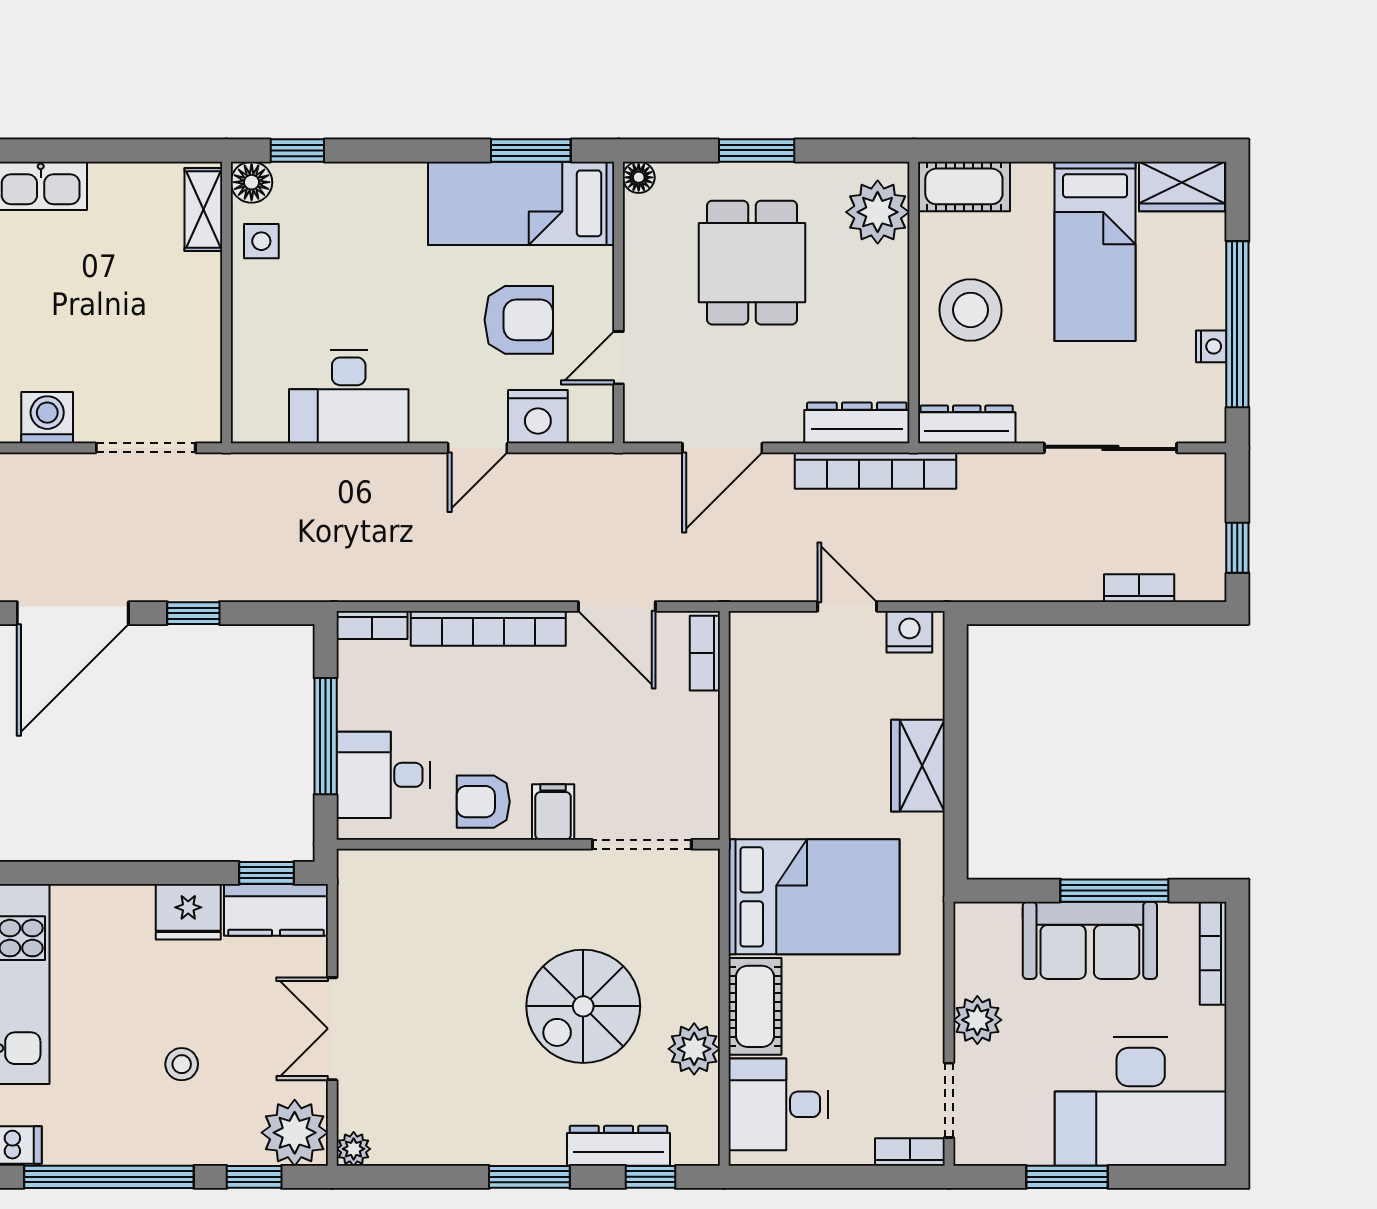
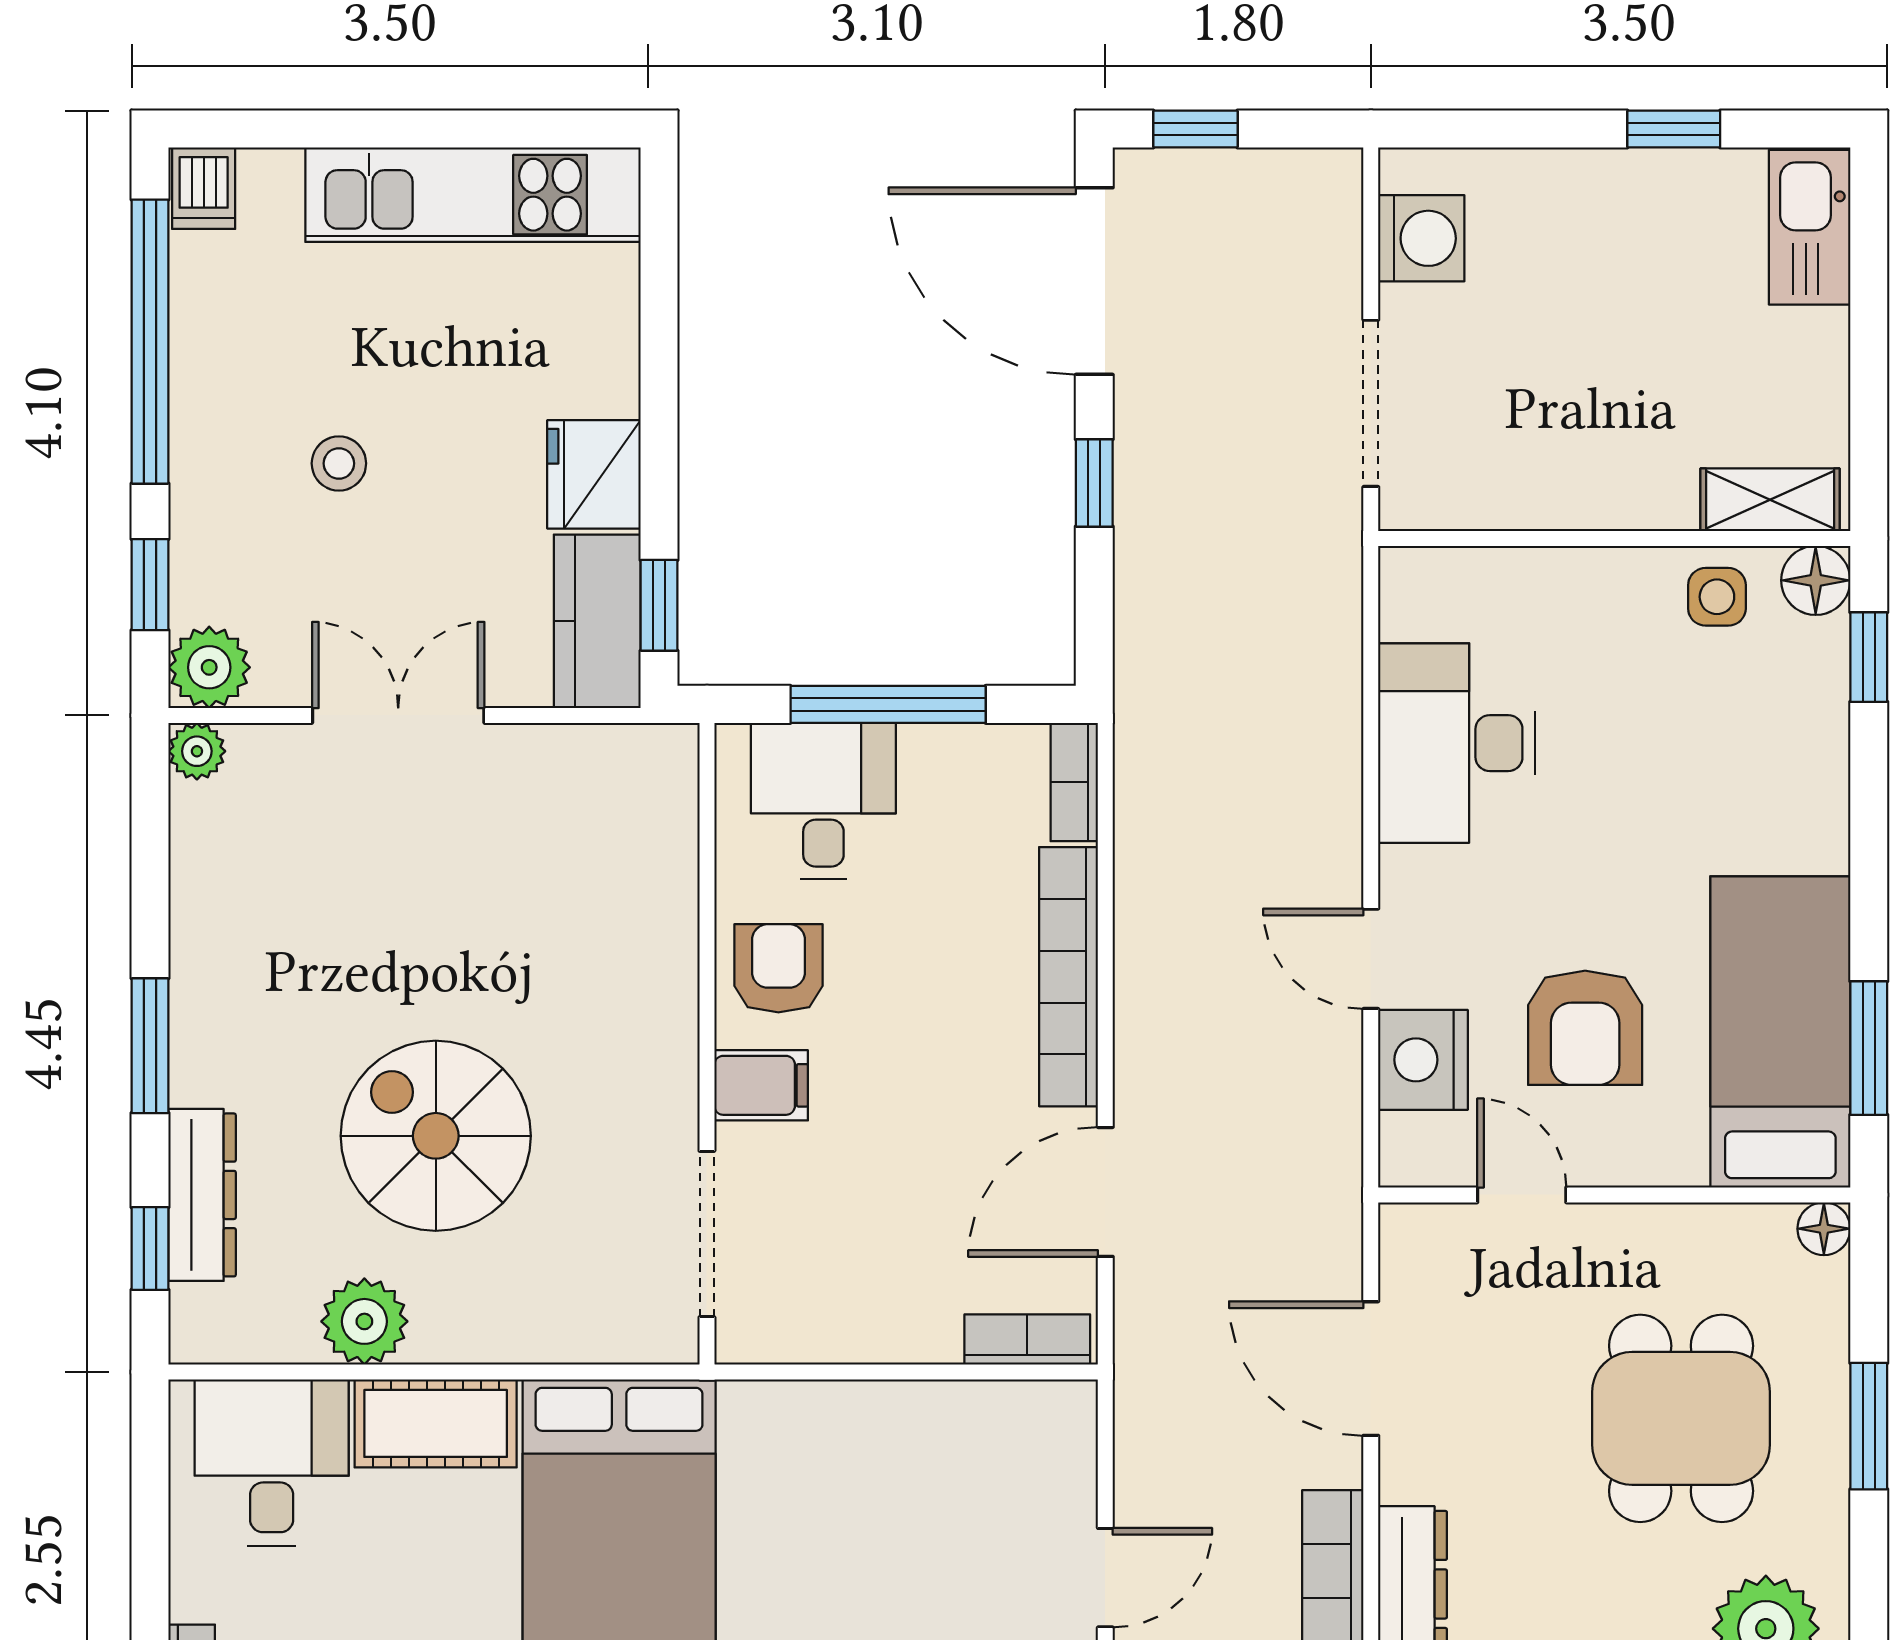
dining table: (752, 263) -> (1681, 1418), turned 90
plant: (295, 1133) -> (209, 667), width x0.73, depth x0.73

